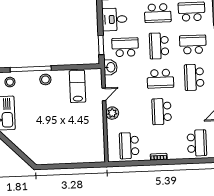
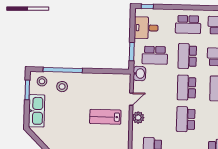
school desk: (125, 47) -> (155, 55), turned 180
stool: (45, 79) -> (62, 87), moved
school desk: (160, 79) -> (186, 88), turned 90
lab bench: (77, 86) -> (105, 117), moved, turned -90

